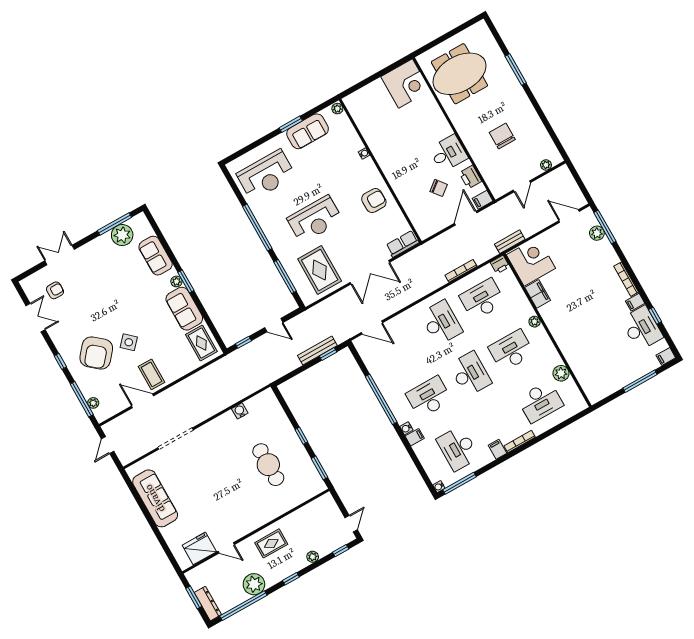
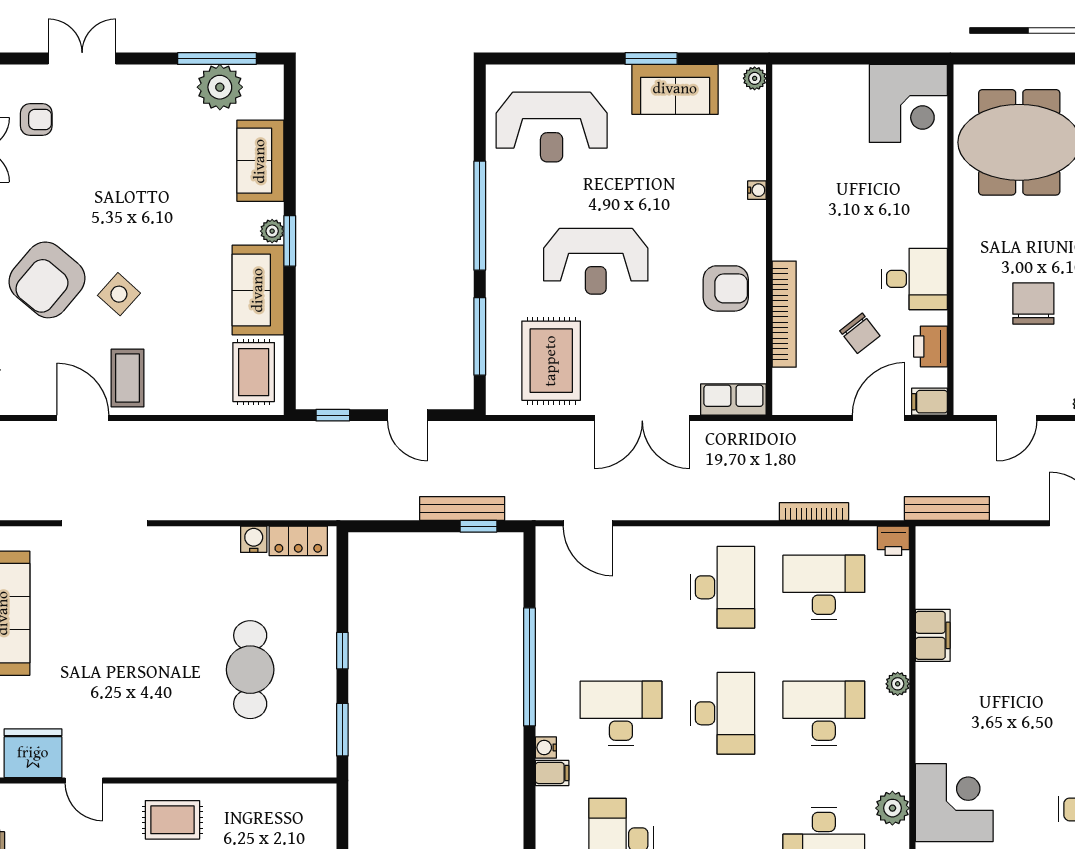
bookcase: (403, 198) -> (784, 314), added
bench: (510, 242) -> (947, 508), width x1.36
corner desk: (531, 262) -> (954, 803), moved
locker: (258, 401) -> (298, 541), added

